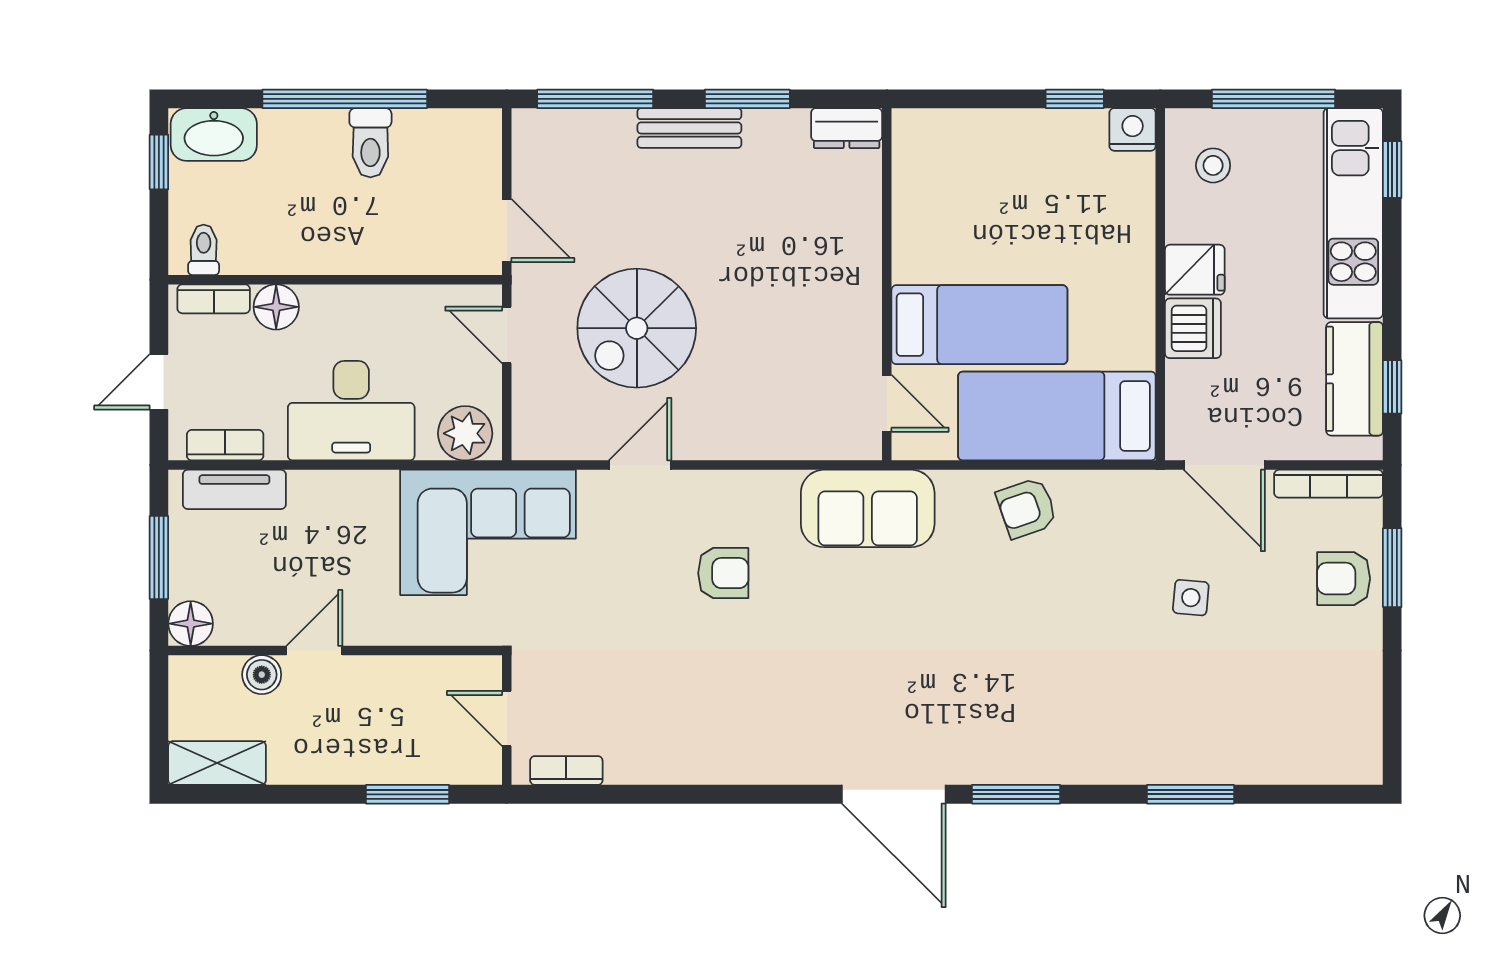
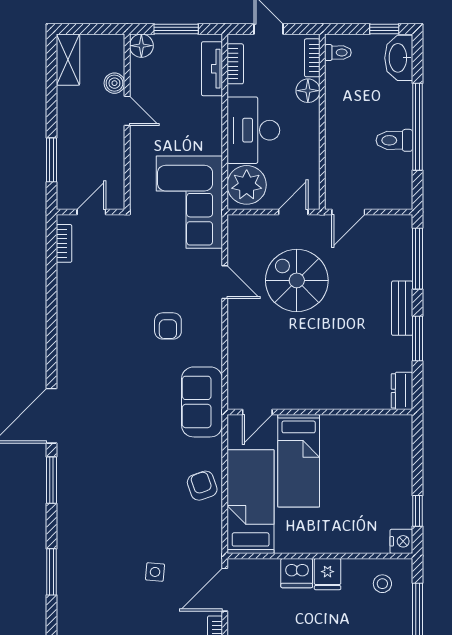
plant: (465, 433) -> (247, 185), width x1.36, depth x1.36

